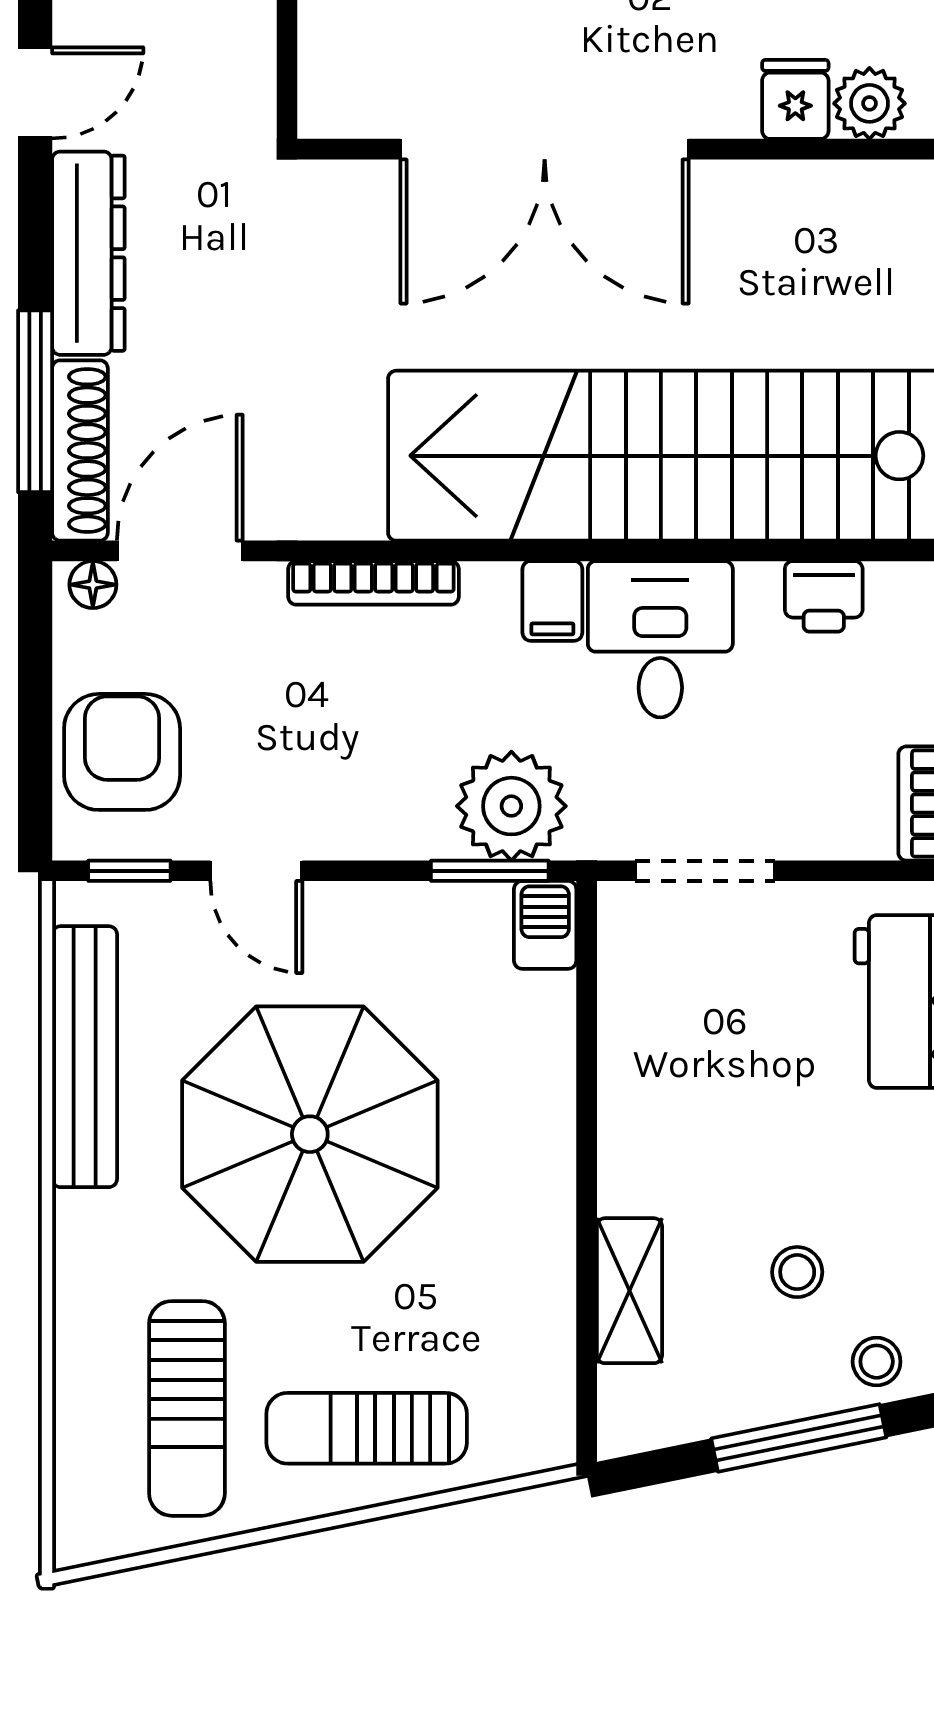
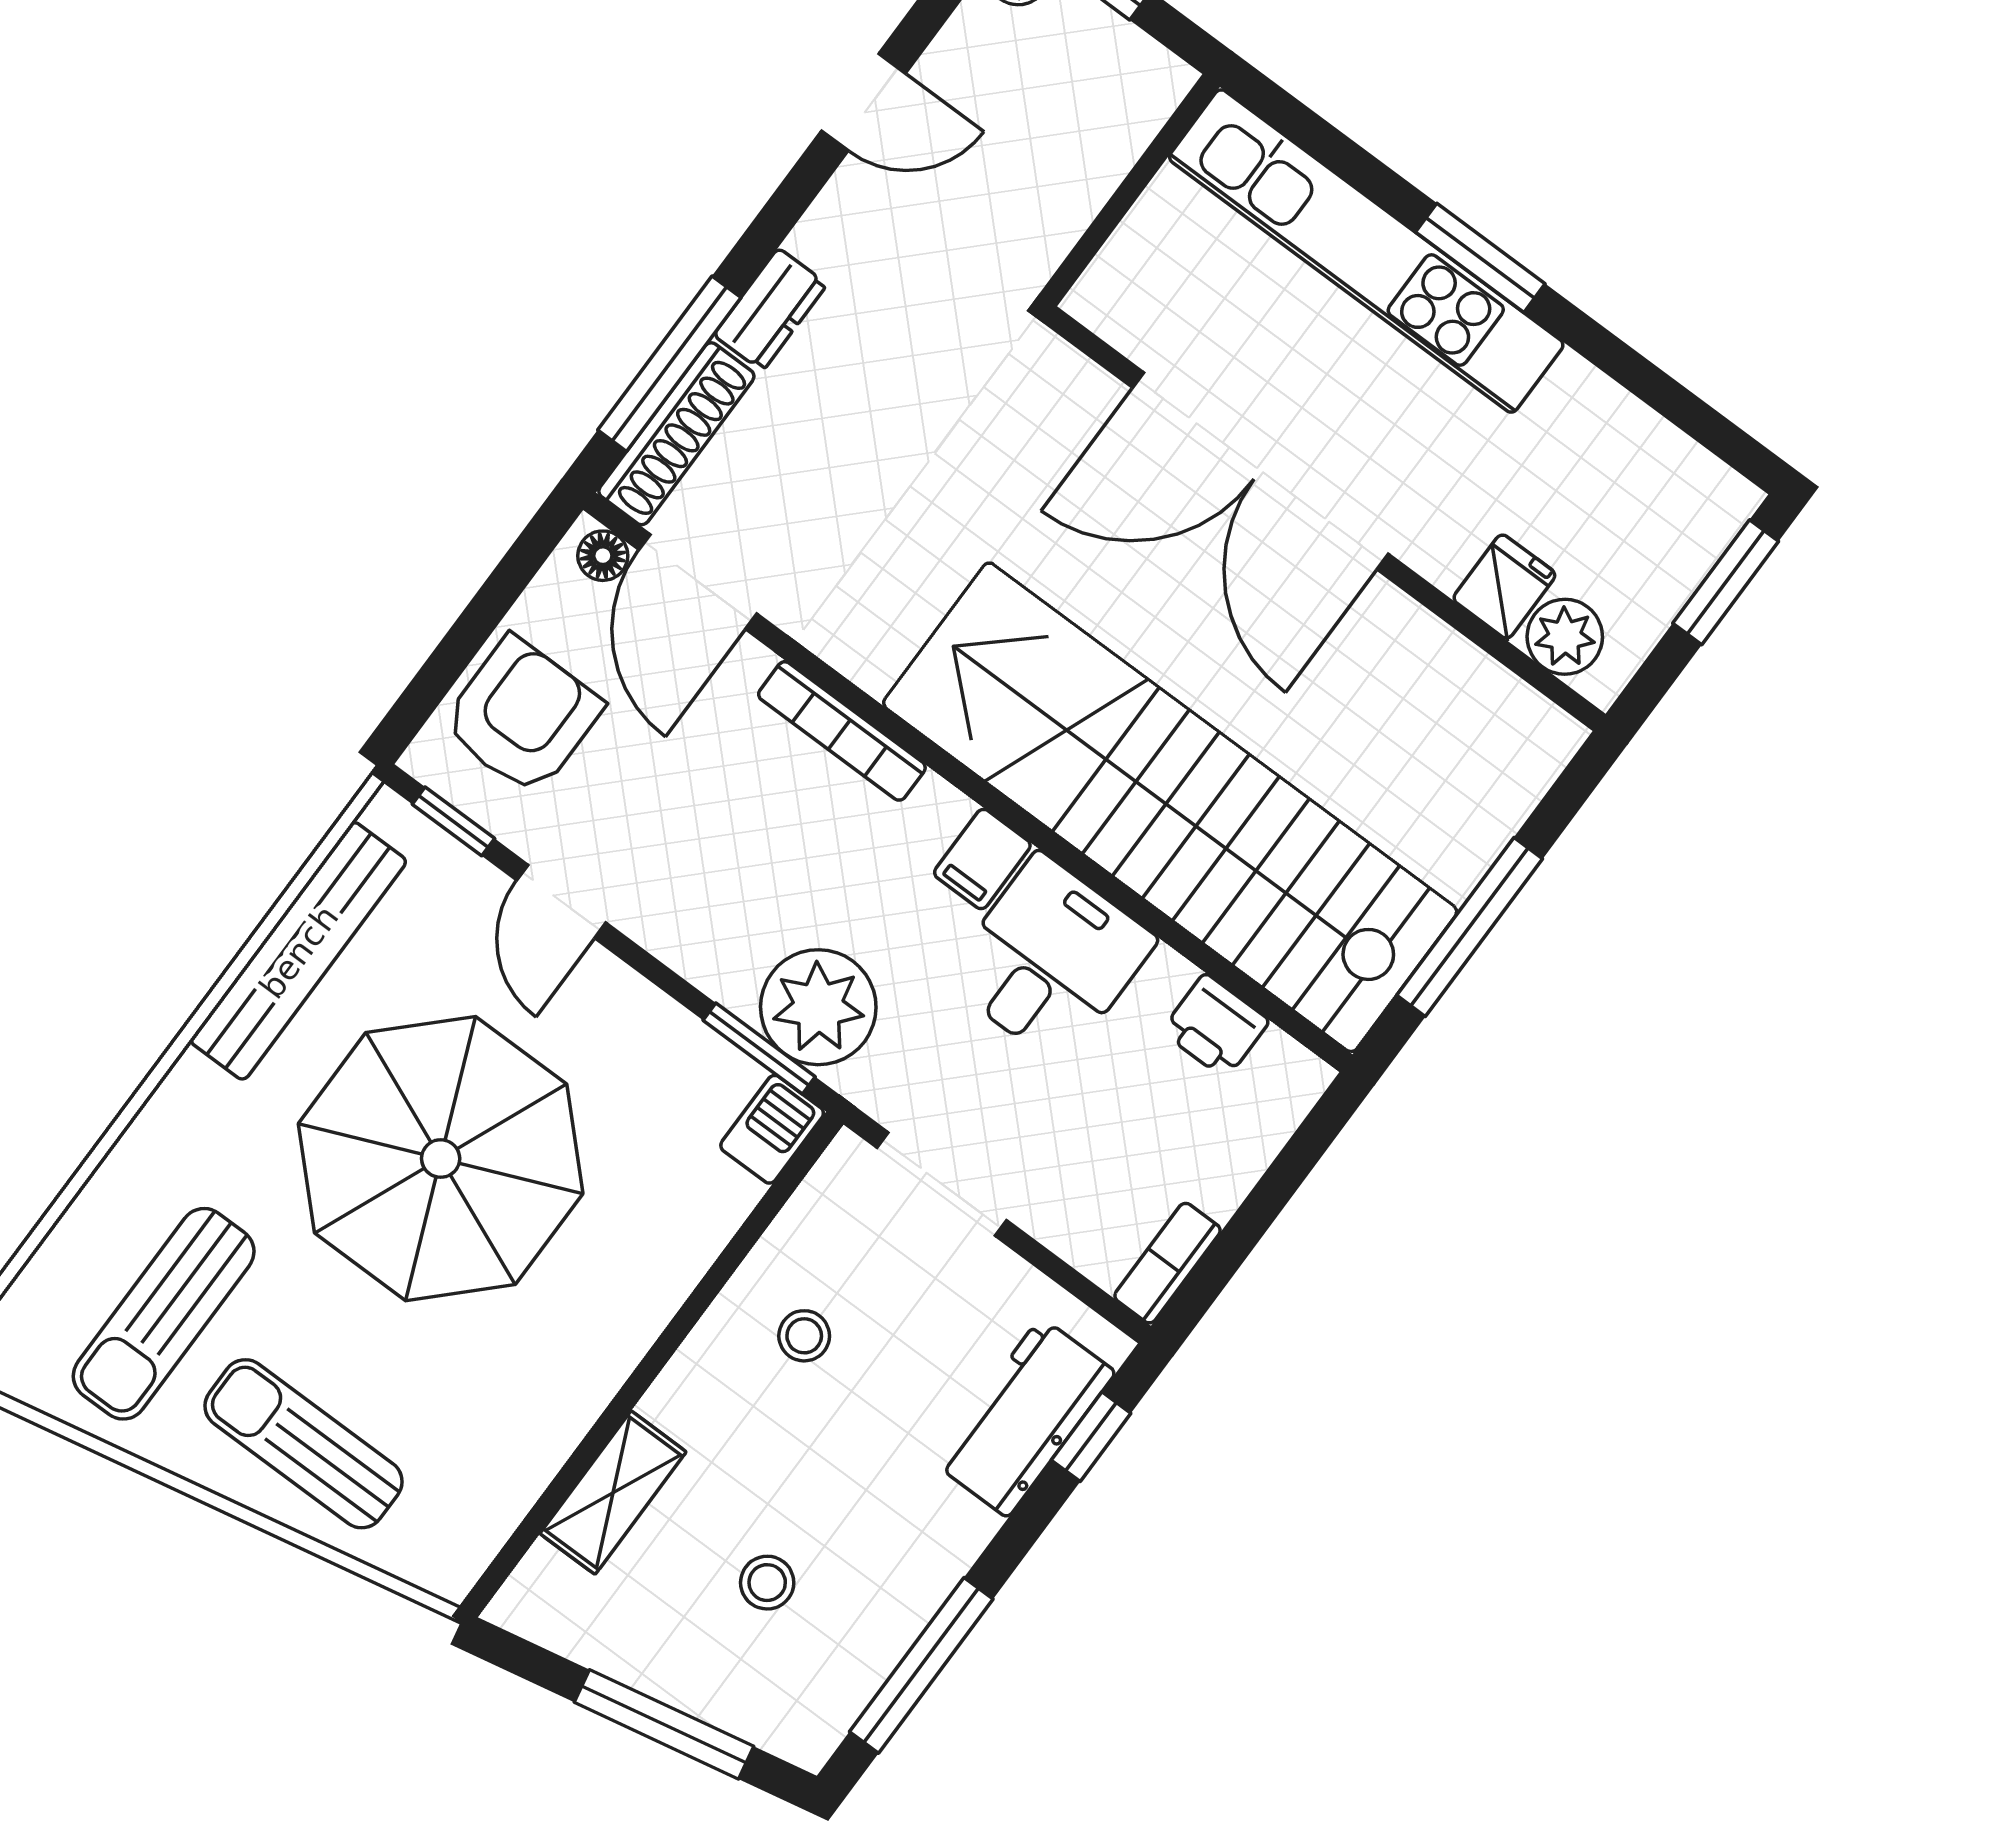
dresser: (88, 253) -> (770, 309), width x0.51, depth x0.80
door: (180, 551) -> (698, 582), swing flipped
stool: (877, 1362) -> (804, 1336), moved

